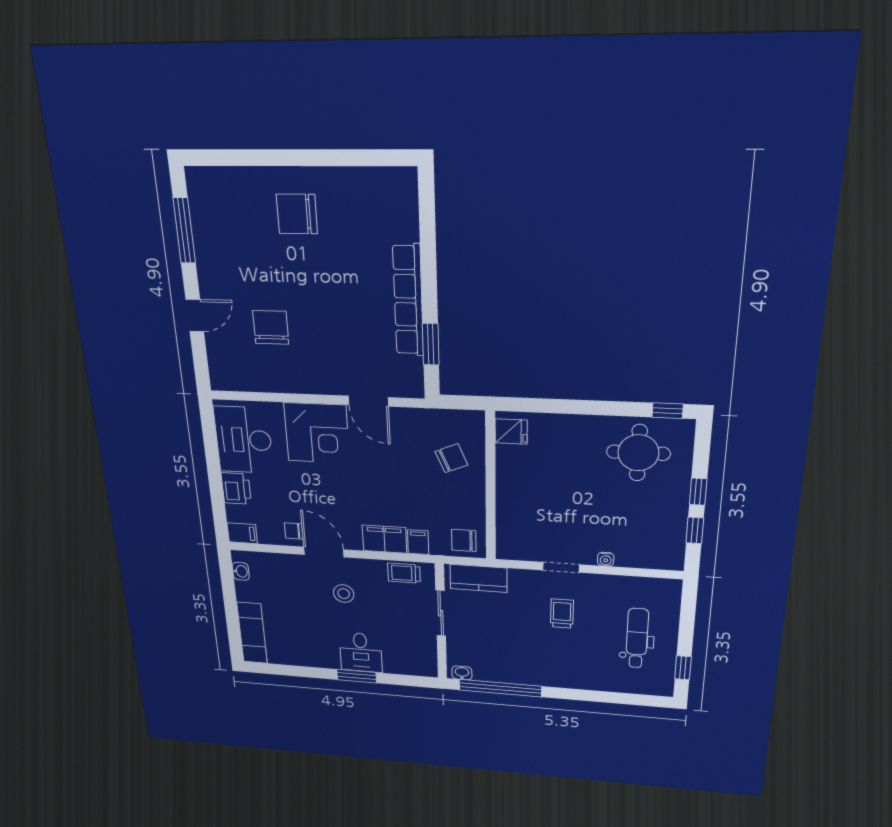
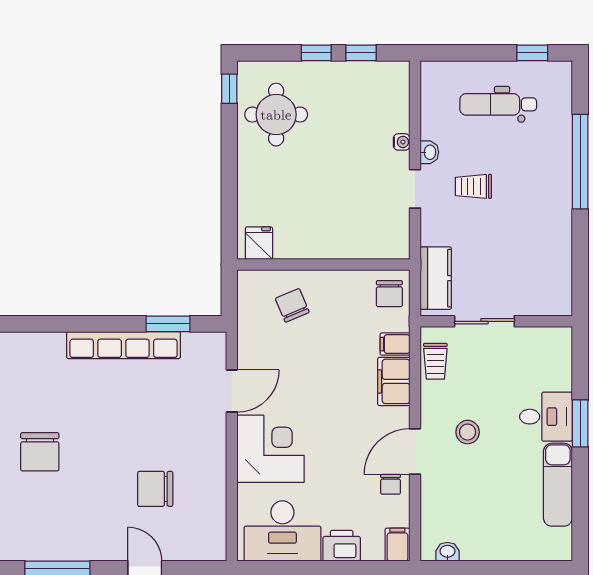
exam couch: (252, 633) -> (558, 485), moved, turned -90
washbasin: (462, 673) -> (429, 152), moved, turned 180
window: (500, 688) -> (580, 162), moved

